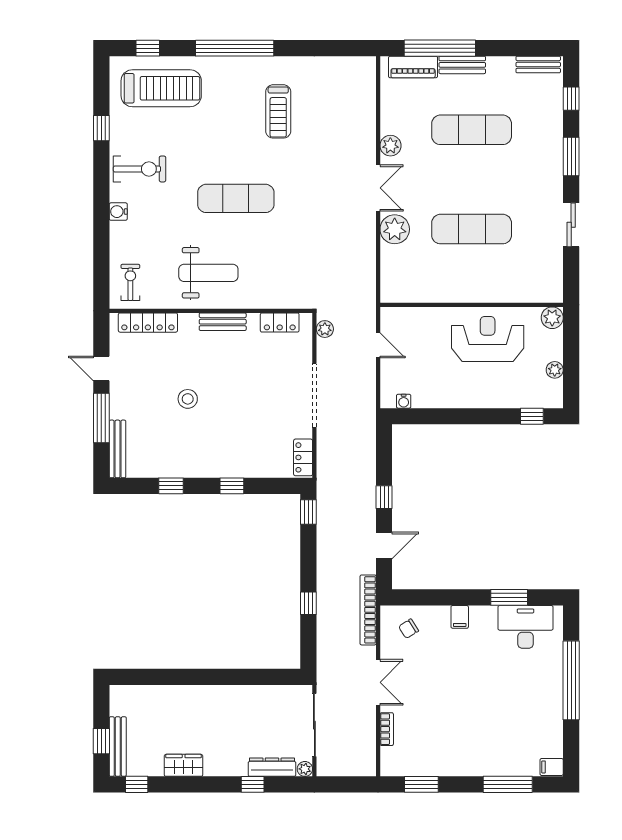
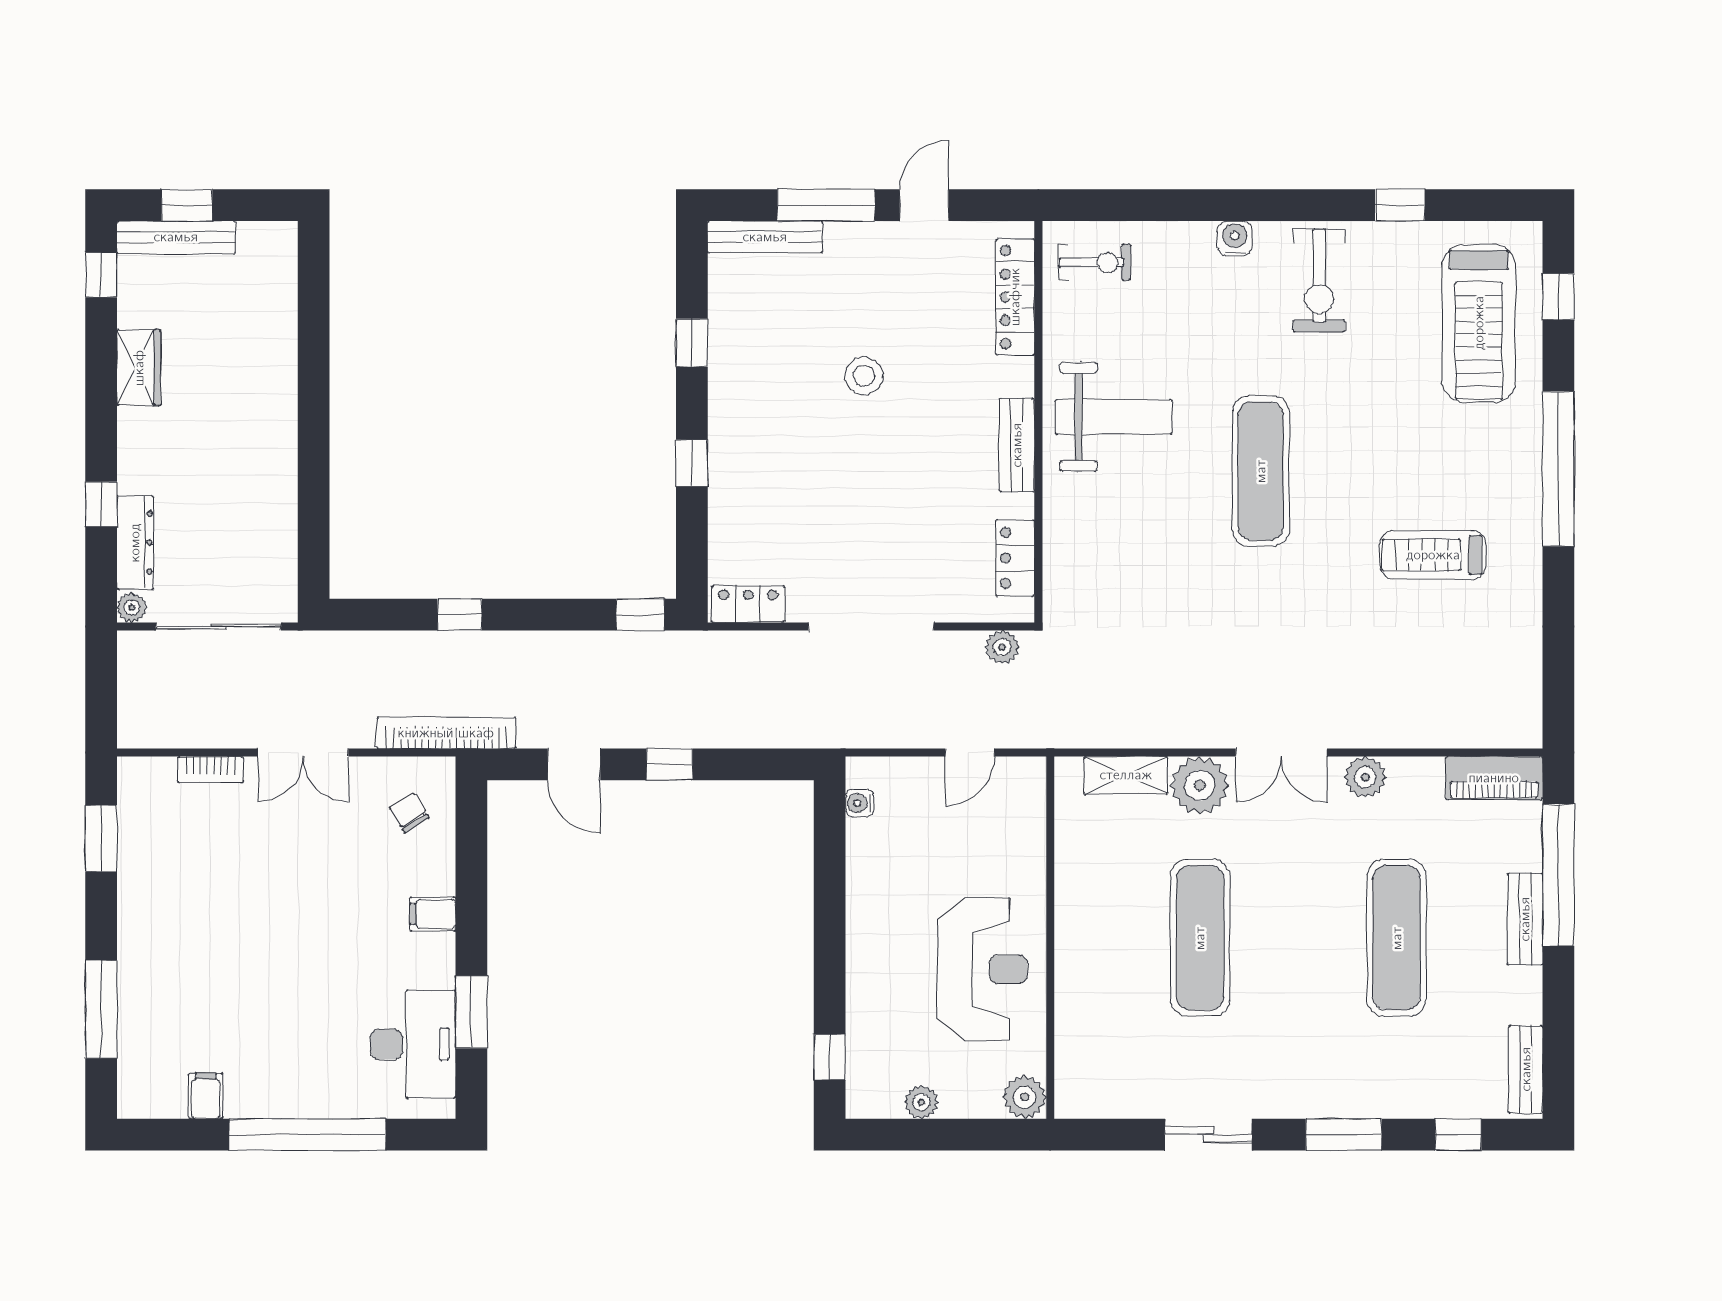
piano: (413, 67) -> (1494, 778), moved, turned -90
shelving: (390, 267) -> (1126, 775), added
weight bench: (208, 273) -> (1114, 417), turned -90
filing cabinet: (552, 767) -> (206, 1096), moved

